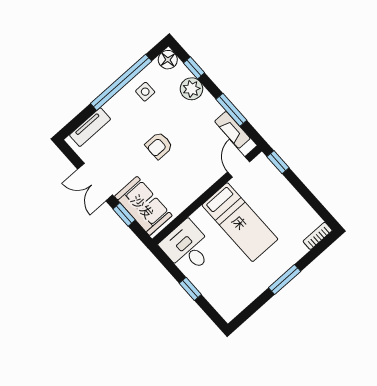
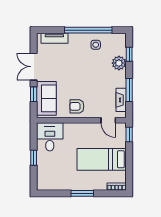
floor lamp: (168, 60) -> (120, 39), removed
armchair: (159, 146) -> (77, 106), moved
door: (239, 167) -> (108, 120), swing flipped
bed: (240, 222) -> (102, 159), moved, turned 90

